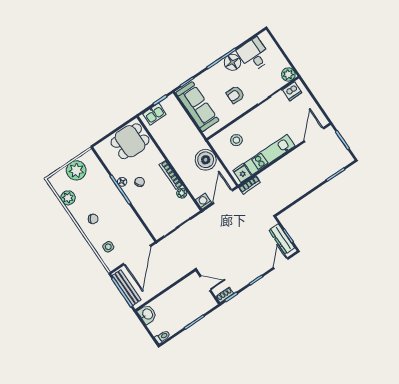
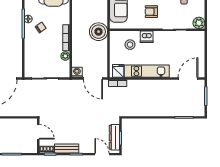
dishwasher: (292, 91) -> (147, 37), moved
boiler: (206, 160) -> (99, 32), moved
door: (223, 197) -> (93, 78), swing flipped
door: (281, 263) -> (102, 154), hinge flipped
bench: (243, 281) -> (67, 148), added

